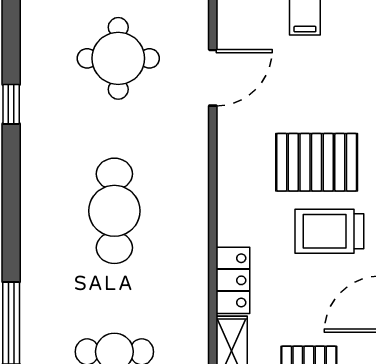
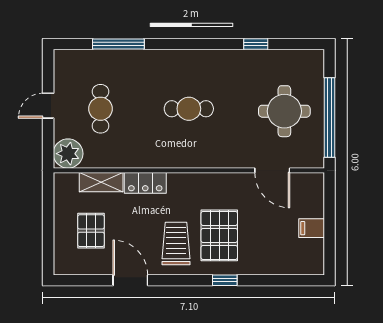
cafe table: (114, 211) -> (189, 109), width x0.73, depth x0.74

